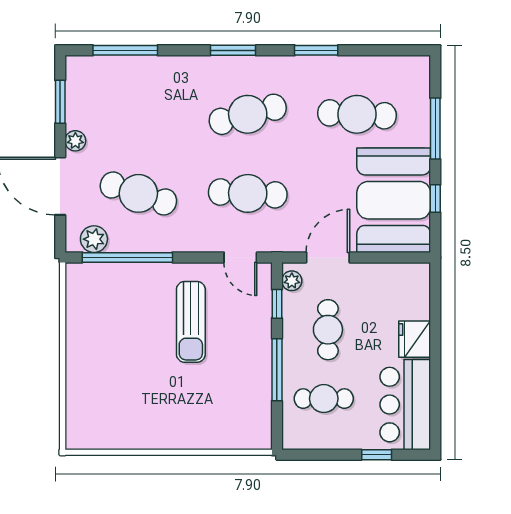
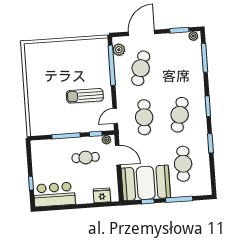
cafe table: (248, 114) -> (180, 115), turned 30
plant: (75, 141) -> (193, 36), moved
fridge: (415, 339) -> (102, 195), moved
cafe table: (324, 399) -> (55, 158), removed

